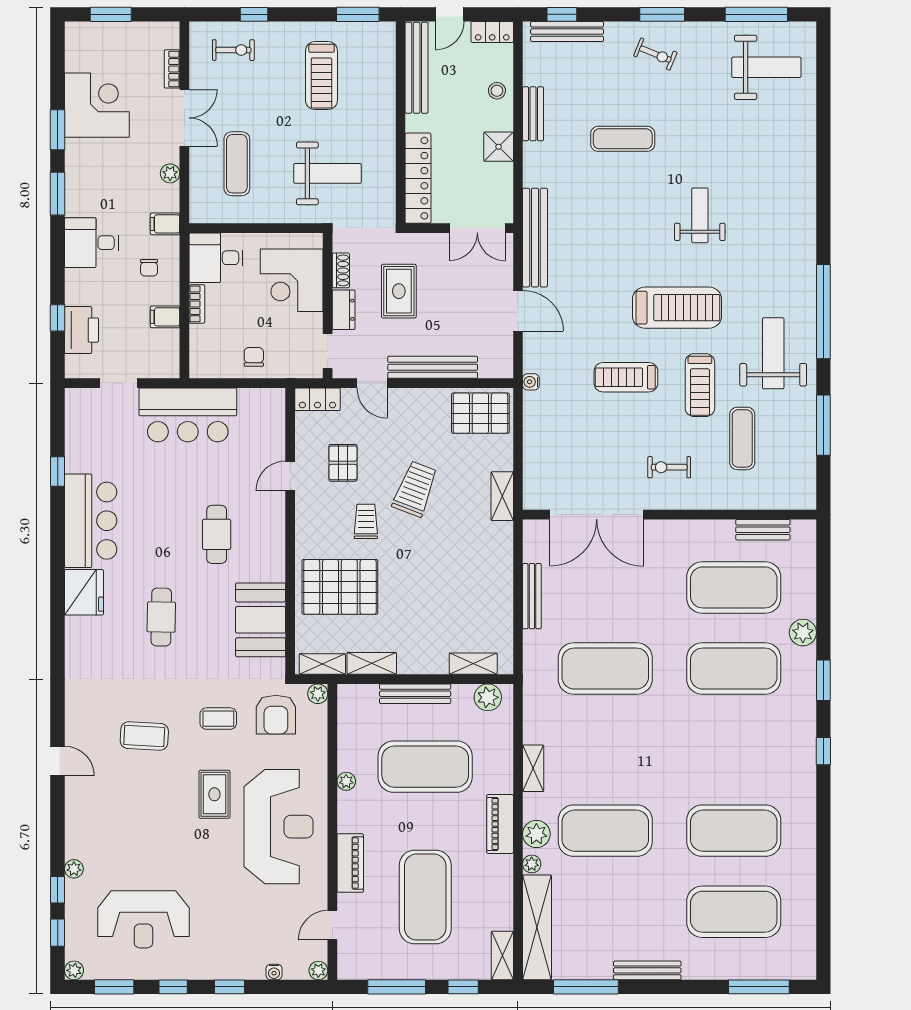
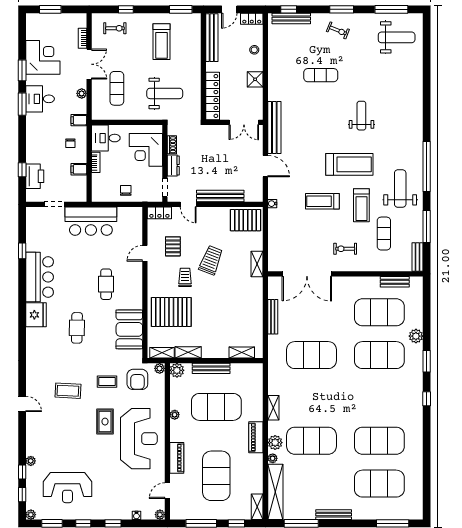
bench: (533, 114) -> (418, 257), moved
desk: (92, 243) -> (40, 99), moved
rug: (399, 291) -> (202, 156), removed
plant: (488, 697) -> (177, 370), moved

